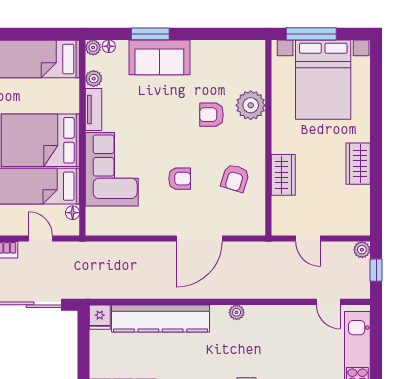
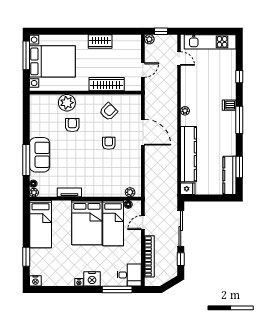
window: (150, 34) -> (26, 160), width x1.44
window: (311, 34) -> (26, 55), moved
plant: (94, 79) -> (130, 192), moved
armchair: (211, 115) -> (72, 125), turned 180
corner sofa: (112, 169) -> (103, 182), removed
wardrobe: (283, 175) -> (107, 84), width x1.50
armchair: (235, 178) -> (108, 112), turned -62
door: (328, 302) -> (179, 58), hinge flipped

